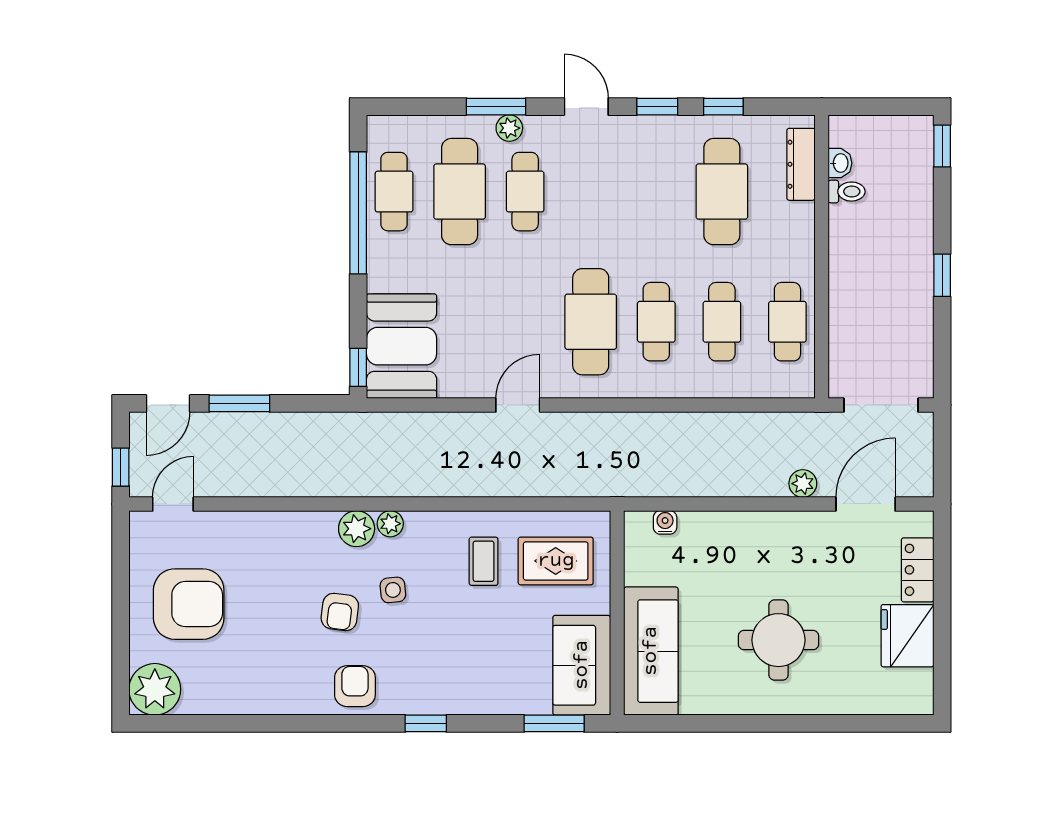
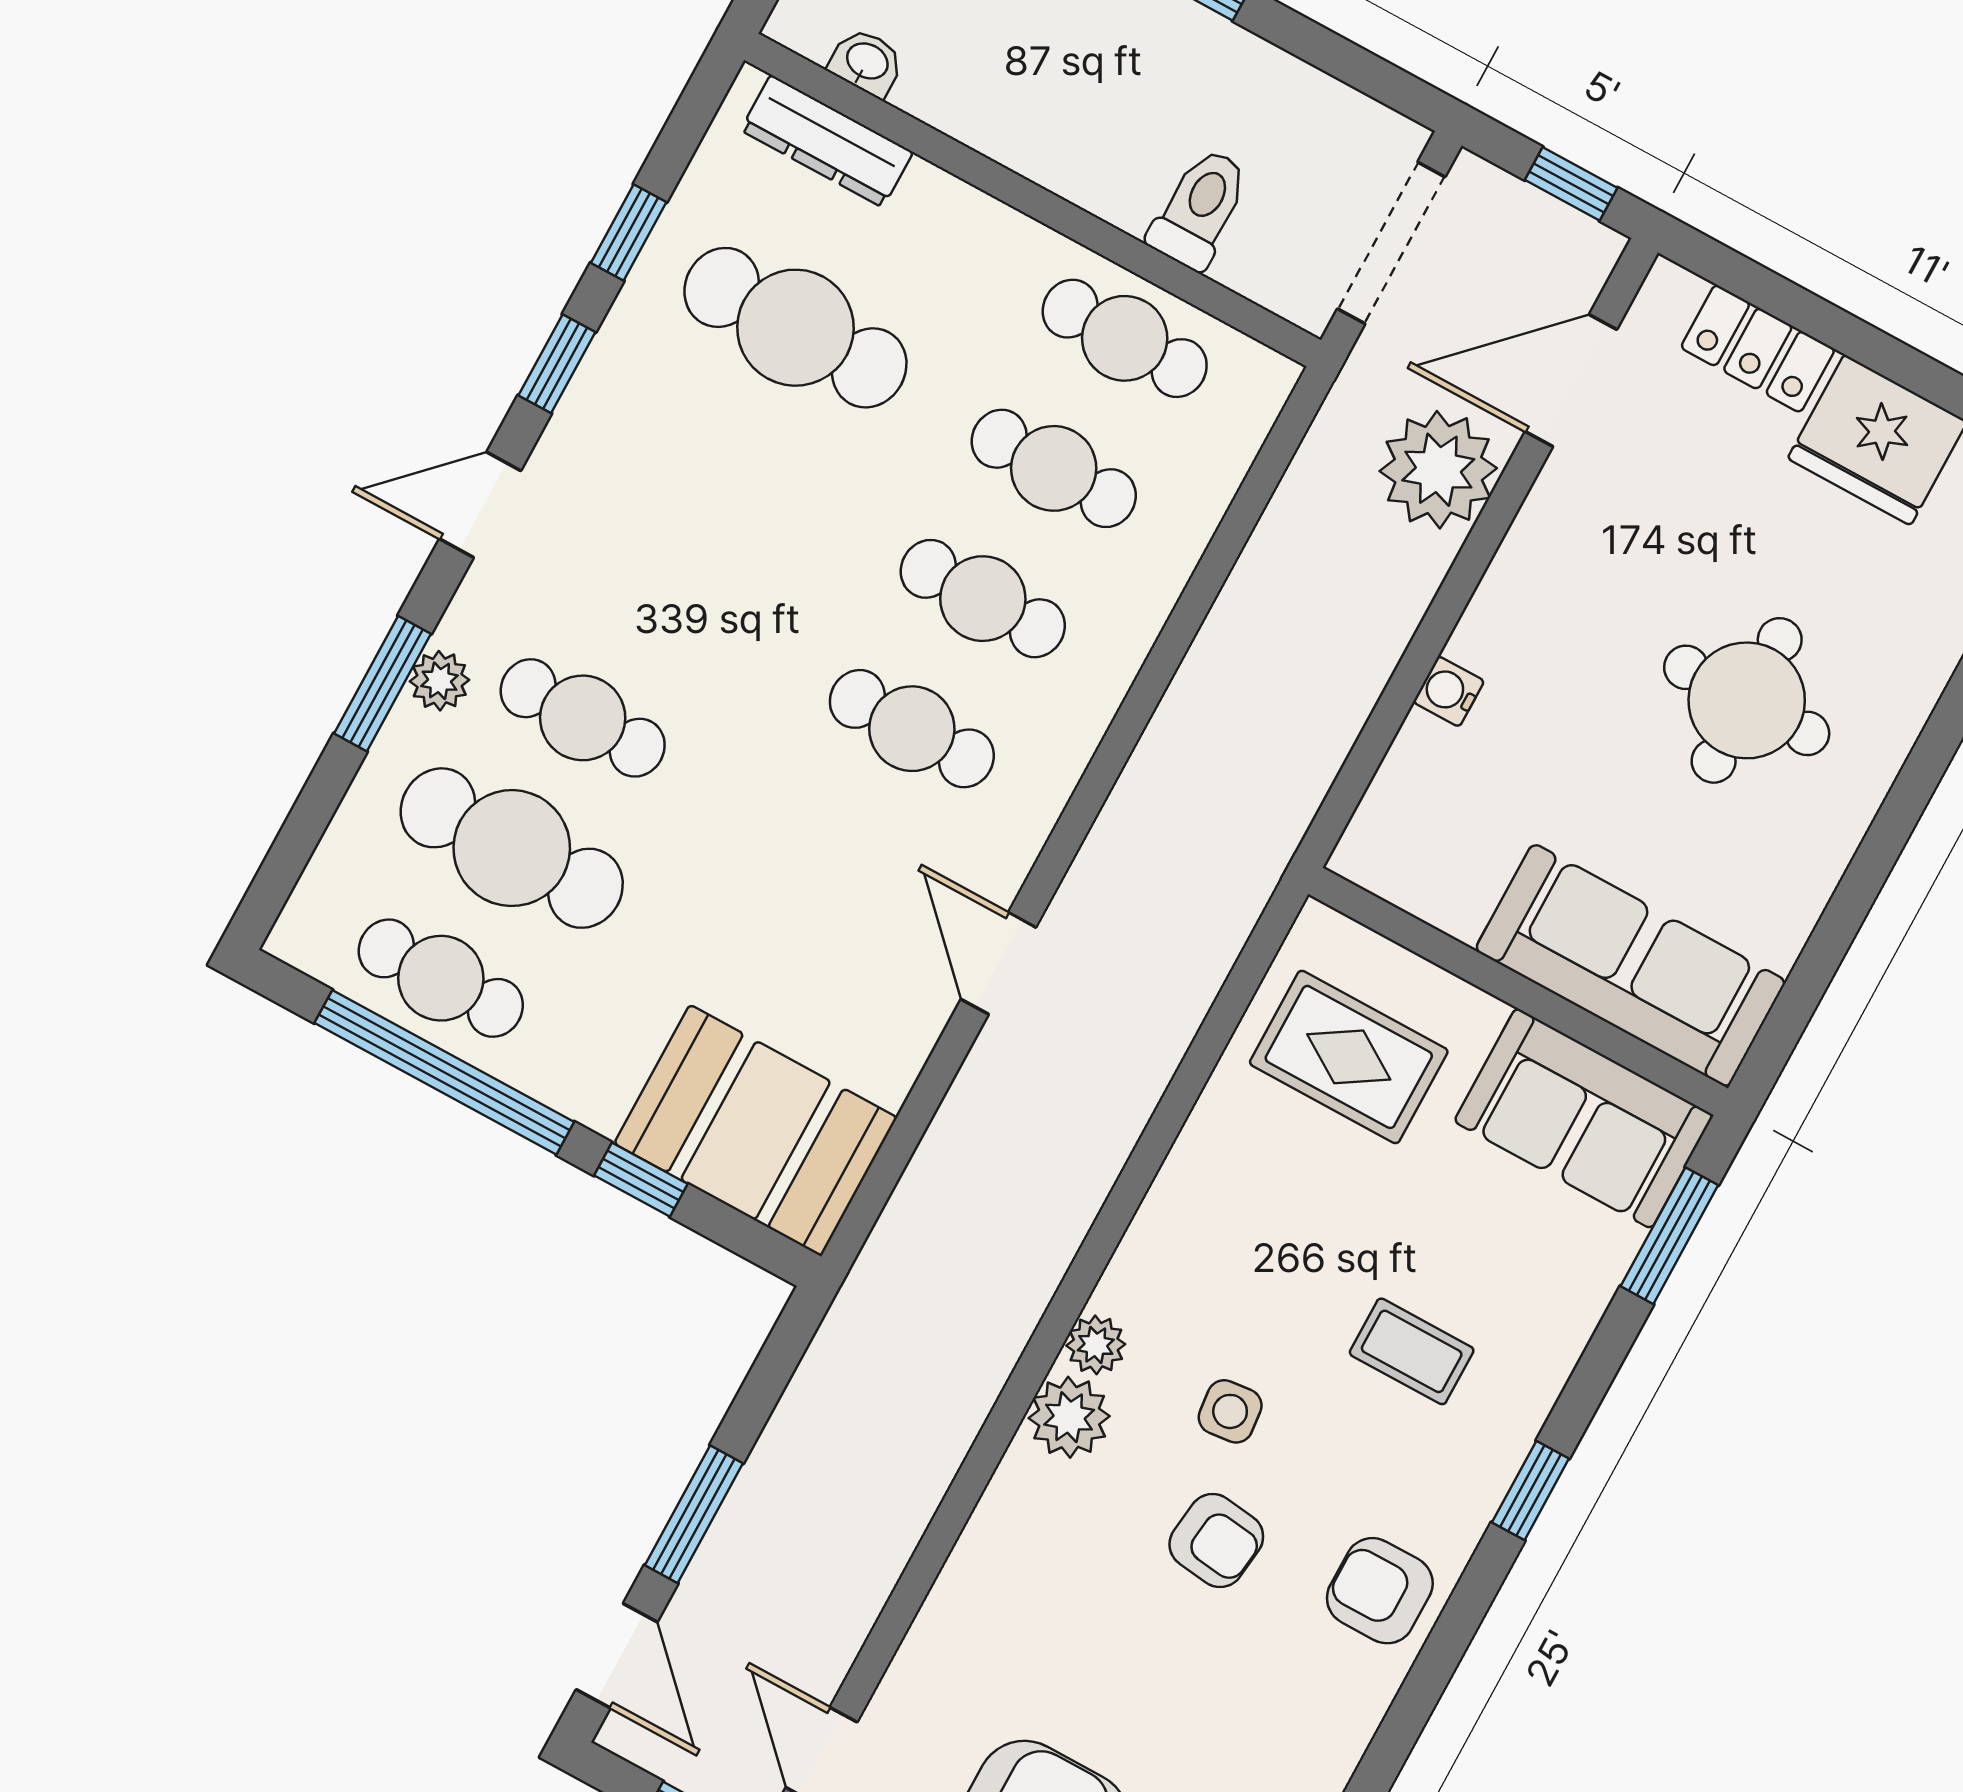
toilet: (847, 192) -> (1200, 209), moved, width x1.37, depth x1.39
cafe table: (591, 322) -> (912, 729), width x0.73, depth x0.74
window: (358, 367) -> (641, 1180), moved
window: (942, 462) -> (1571, 184), added
plant: (803, 484) -> (1438, 470), width x1.87, depth x1.87
door: (866, 504) -> (1571, 381), hinge flipped
water cooler: (665, 522) -> (1449, 691), moved
coffee table: (484, 561) -> (1412, 1351), moved
rug: (556, 561) -> (1349, 1057), turned 90

